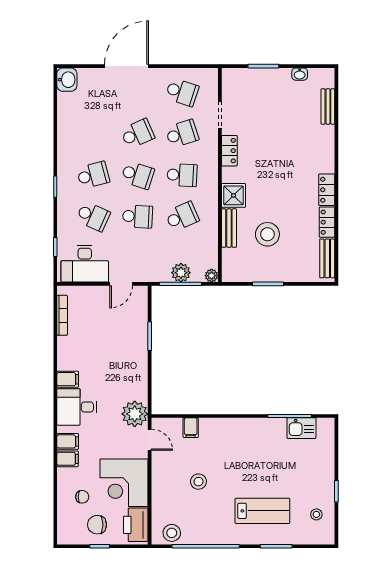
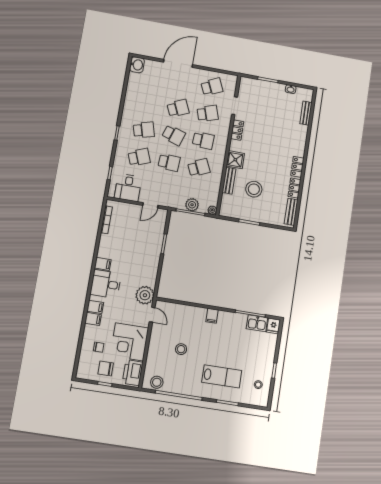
school desk: (182, 92) -> (212, 87), turned -42
school desk: (93, 216) -> (139, 157), turned -45
desk: (85, 264) -> (128, 188), width x0.73
filing cabinet: (191, 428) -> (212, 316), moved
fridge: (326, 428) -> (273, 326), added

